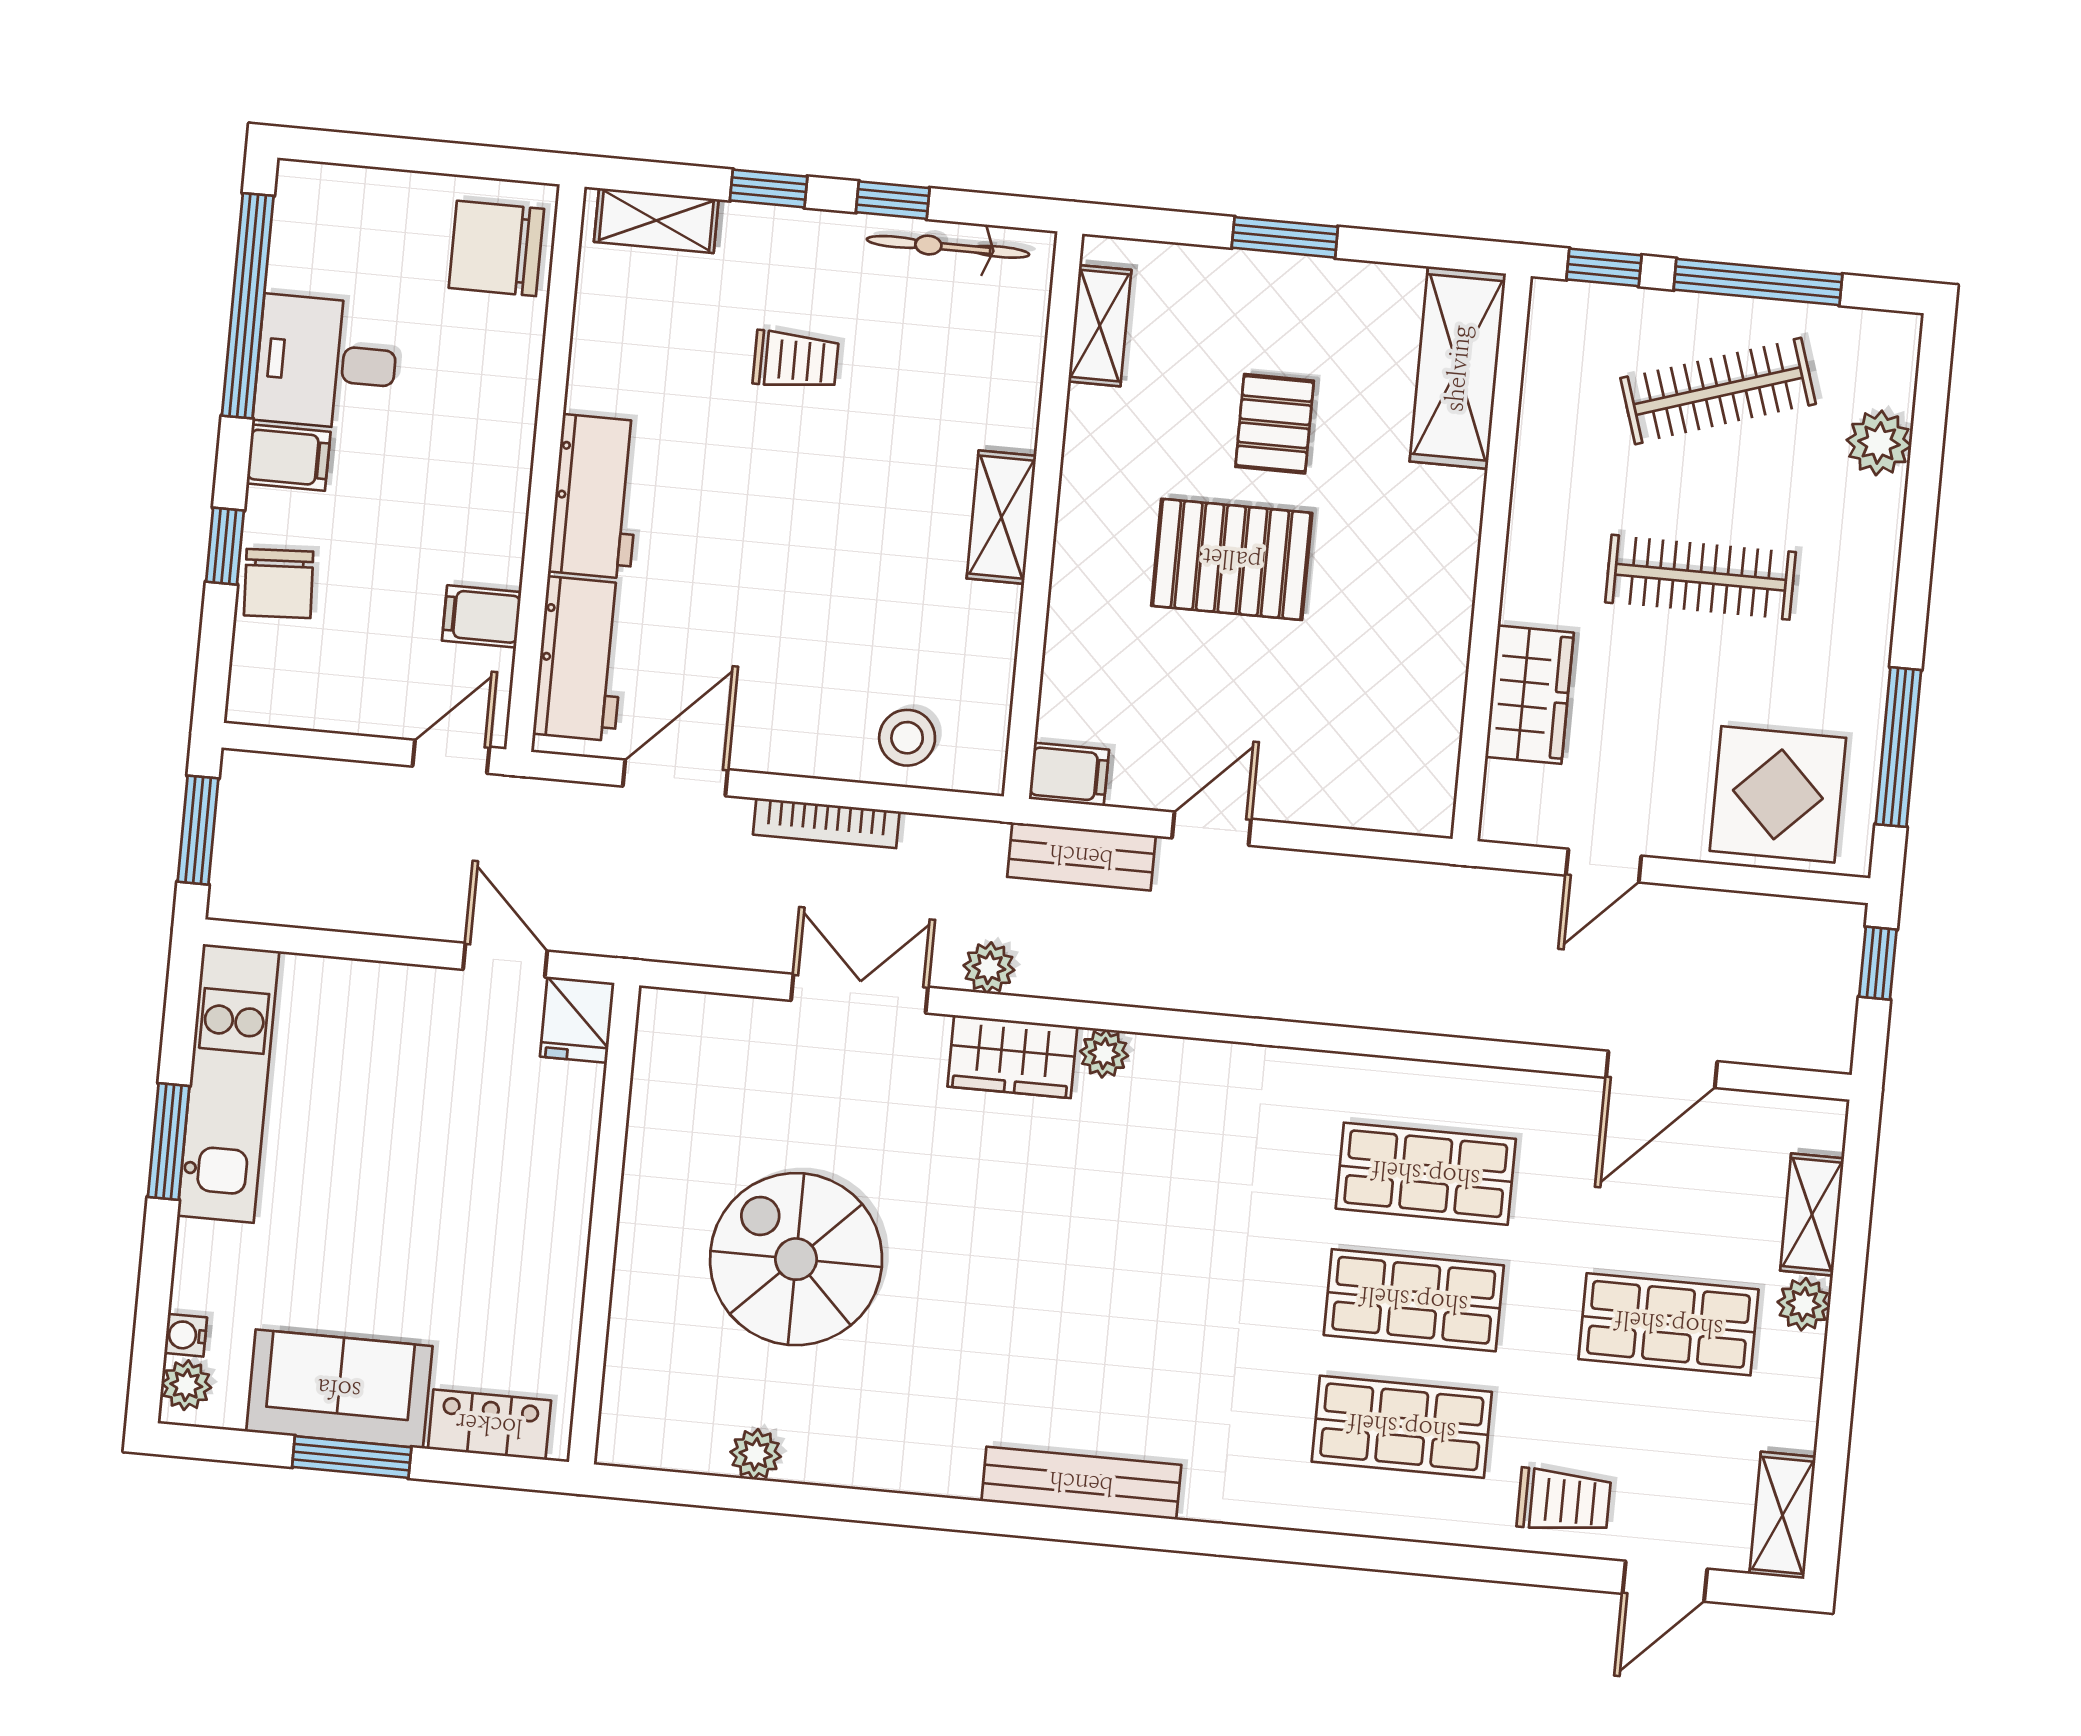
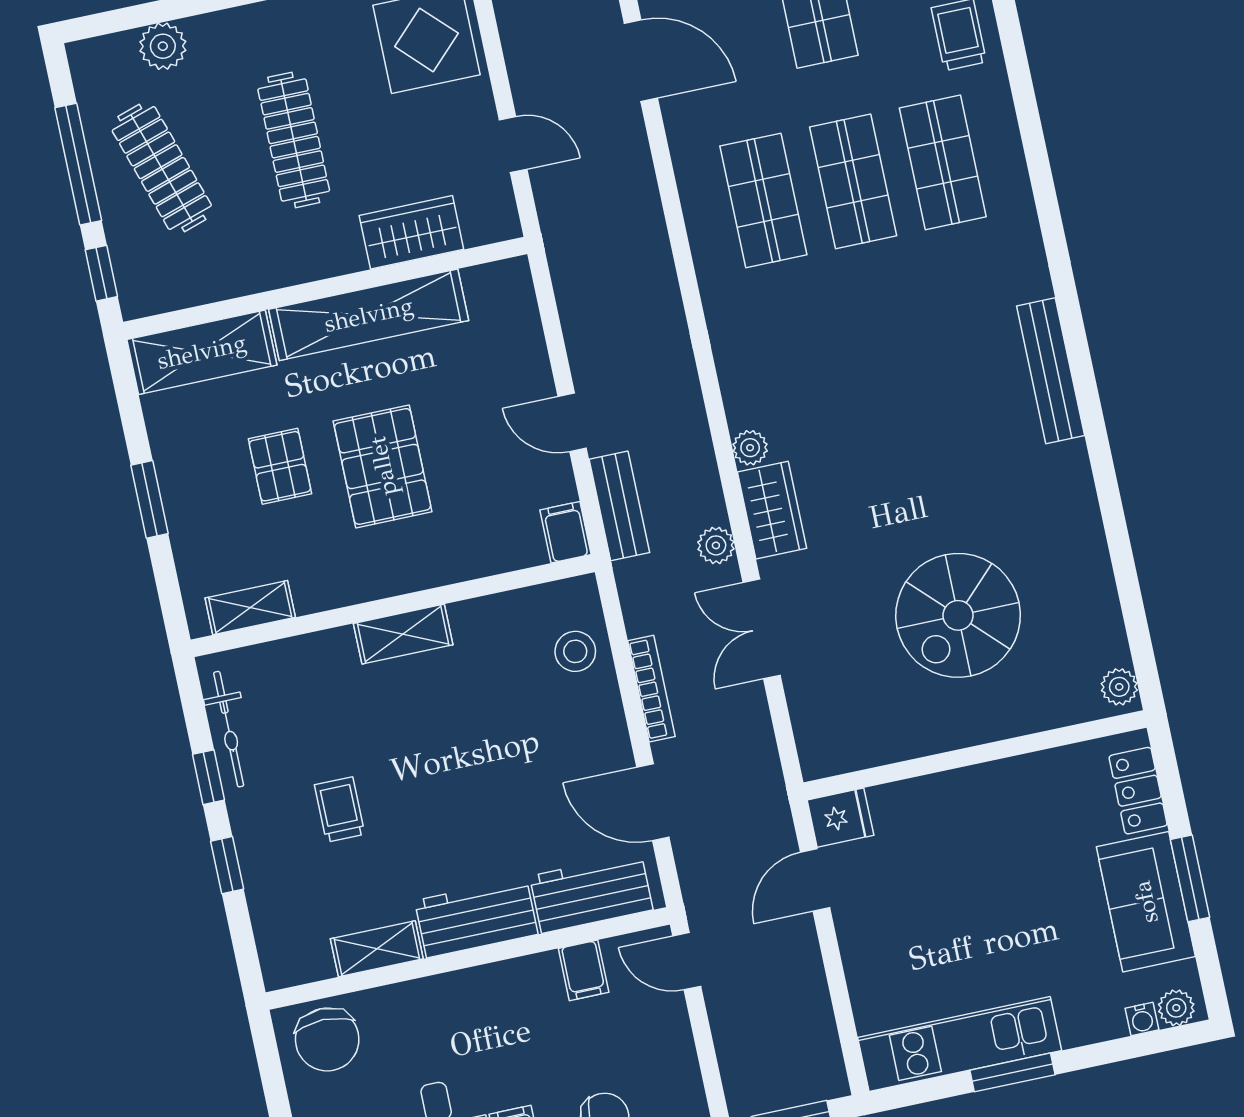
shelving: (656, 220) -> (377, 949), moved, turned 90
pallet: (1275, 424) -> (280, 466), turned 90
shelving: (1438, 604) -> (369, 315), added
plant: (756, 1454) -> (1119, 687), moved

